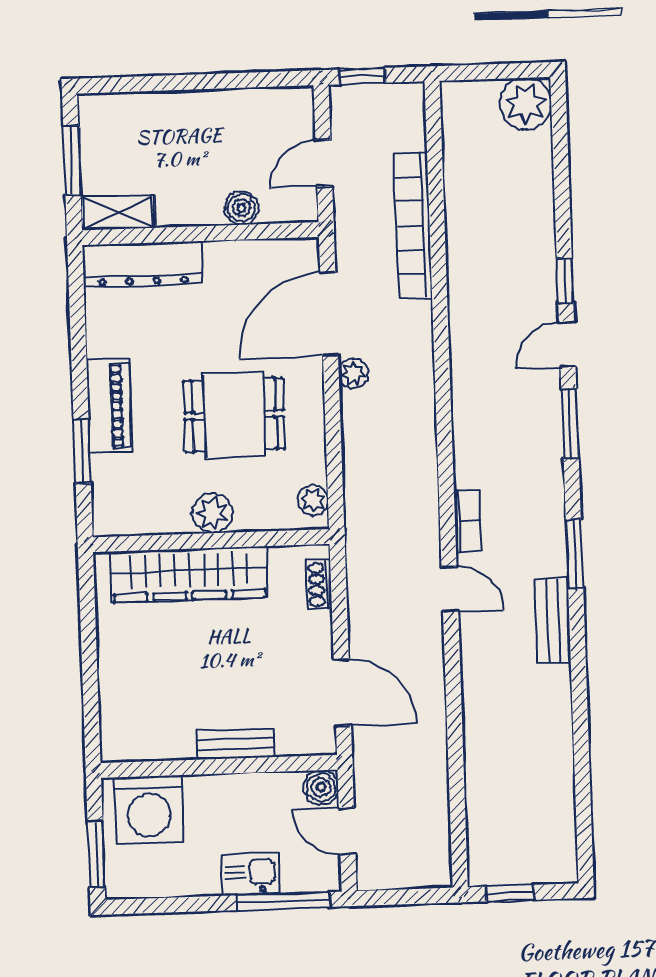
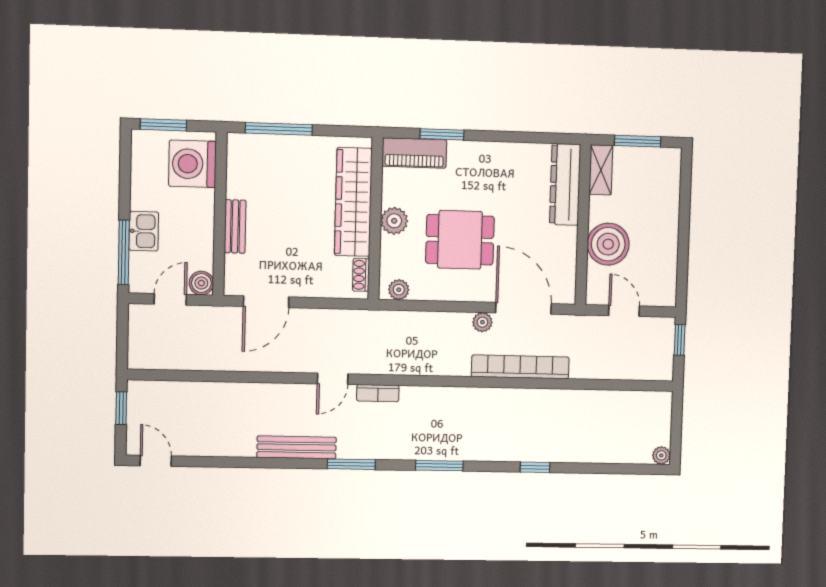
plant: (526, 104) -> (661, 455), width x0.53, depth x0.53
boiler: (242, 208) -> (608, 244), width x1.86, depth x1.86
bookcase: (413, 225) -> (520, 367), moved
door: (567, 345) -> (156, 461), moved
piano: (109, 406) -> (414, 153), moved
dining table: (234, 415) -> (460, 240), turned 90
shoe rack: (319, 585) -> (361, 275), moved, turned -90
bench: (553, 621) -> (297, 447), width x1.36
window: (90, 689) -> (279, 129), added

